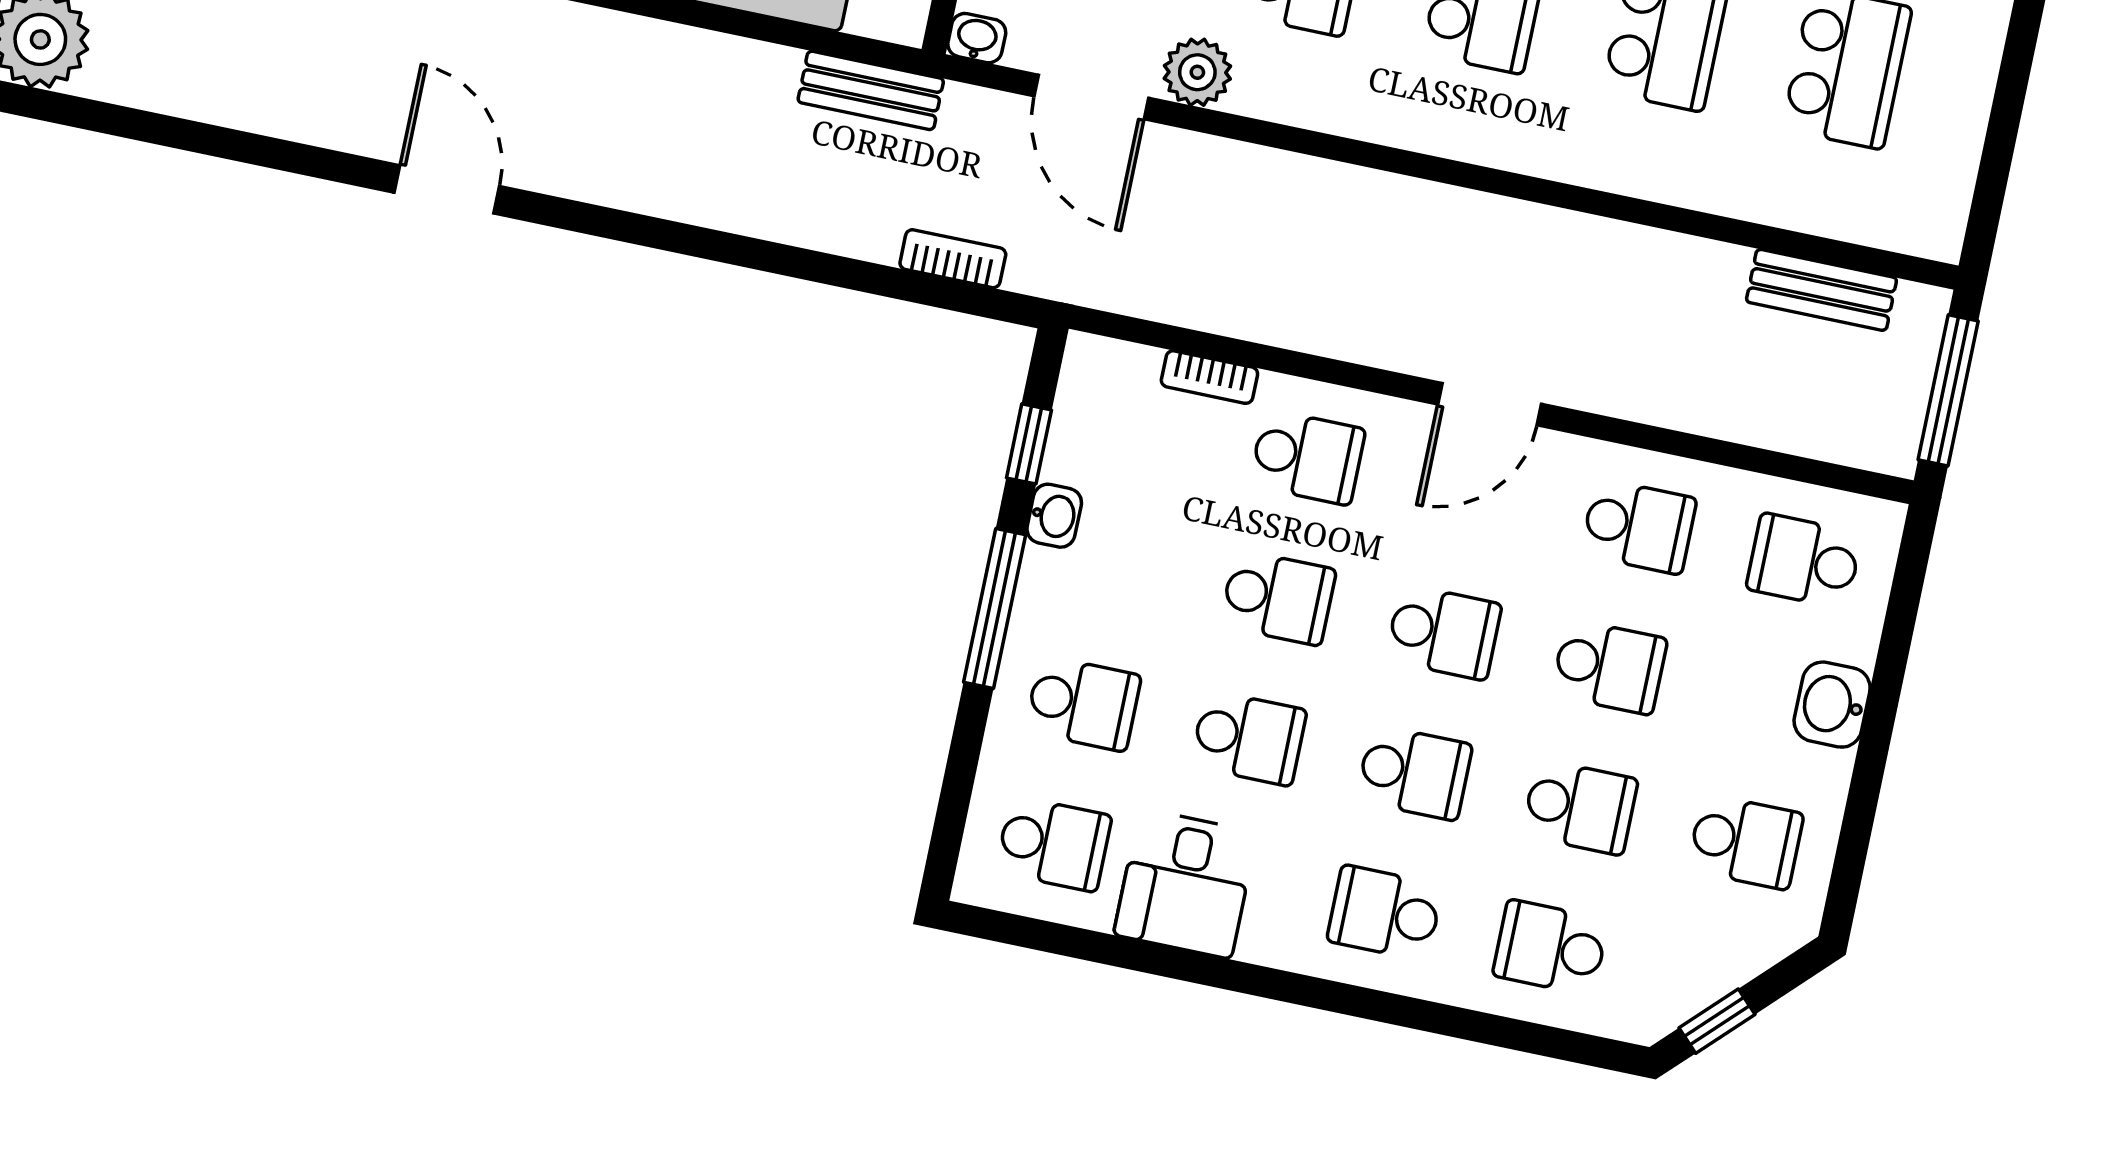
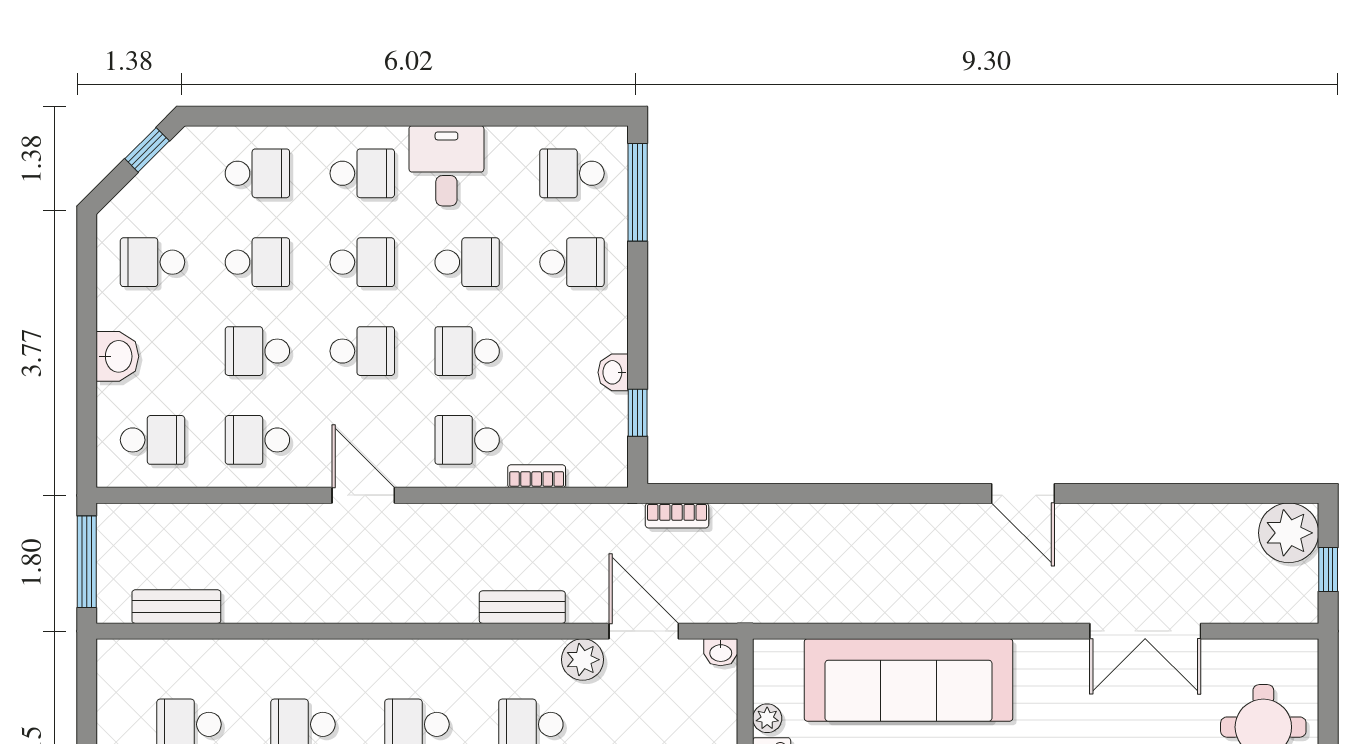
bench: (871, 90) -> (522, 607), moved
bookcase: (953, 259) -> (677, 515), moved
door: (1489, 404) -> (363, 495), hinge flipped
window: (995, 608) -> (638, 192), moved
school desk: (1444, 632) -> (362, 351), turned 180
school desk: (1083, 703) -> (572, 262), turned 180
school desk: (1249, 738) -> (467, 262), turned 180
school desk: (1414, 773) -> (362, 262), turned 180
school desk: (1580, 807) -> (257, 262), turned 180
desk: (1185, 884) -> (446, 166), moved

